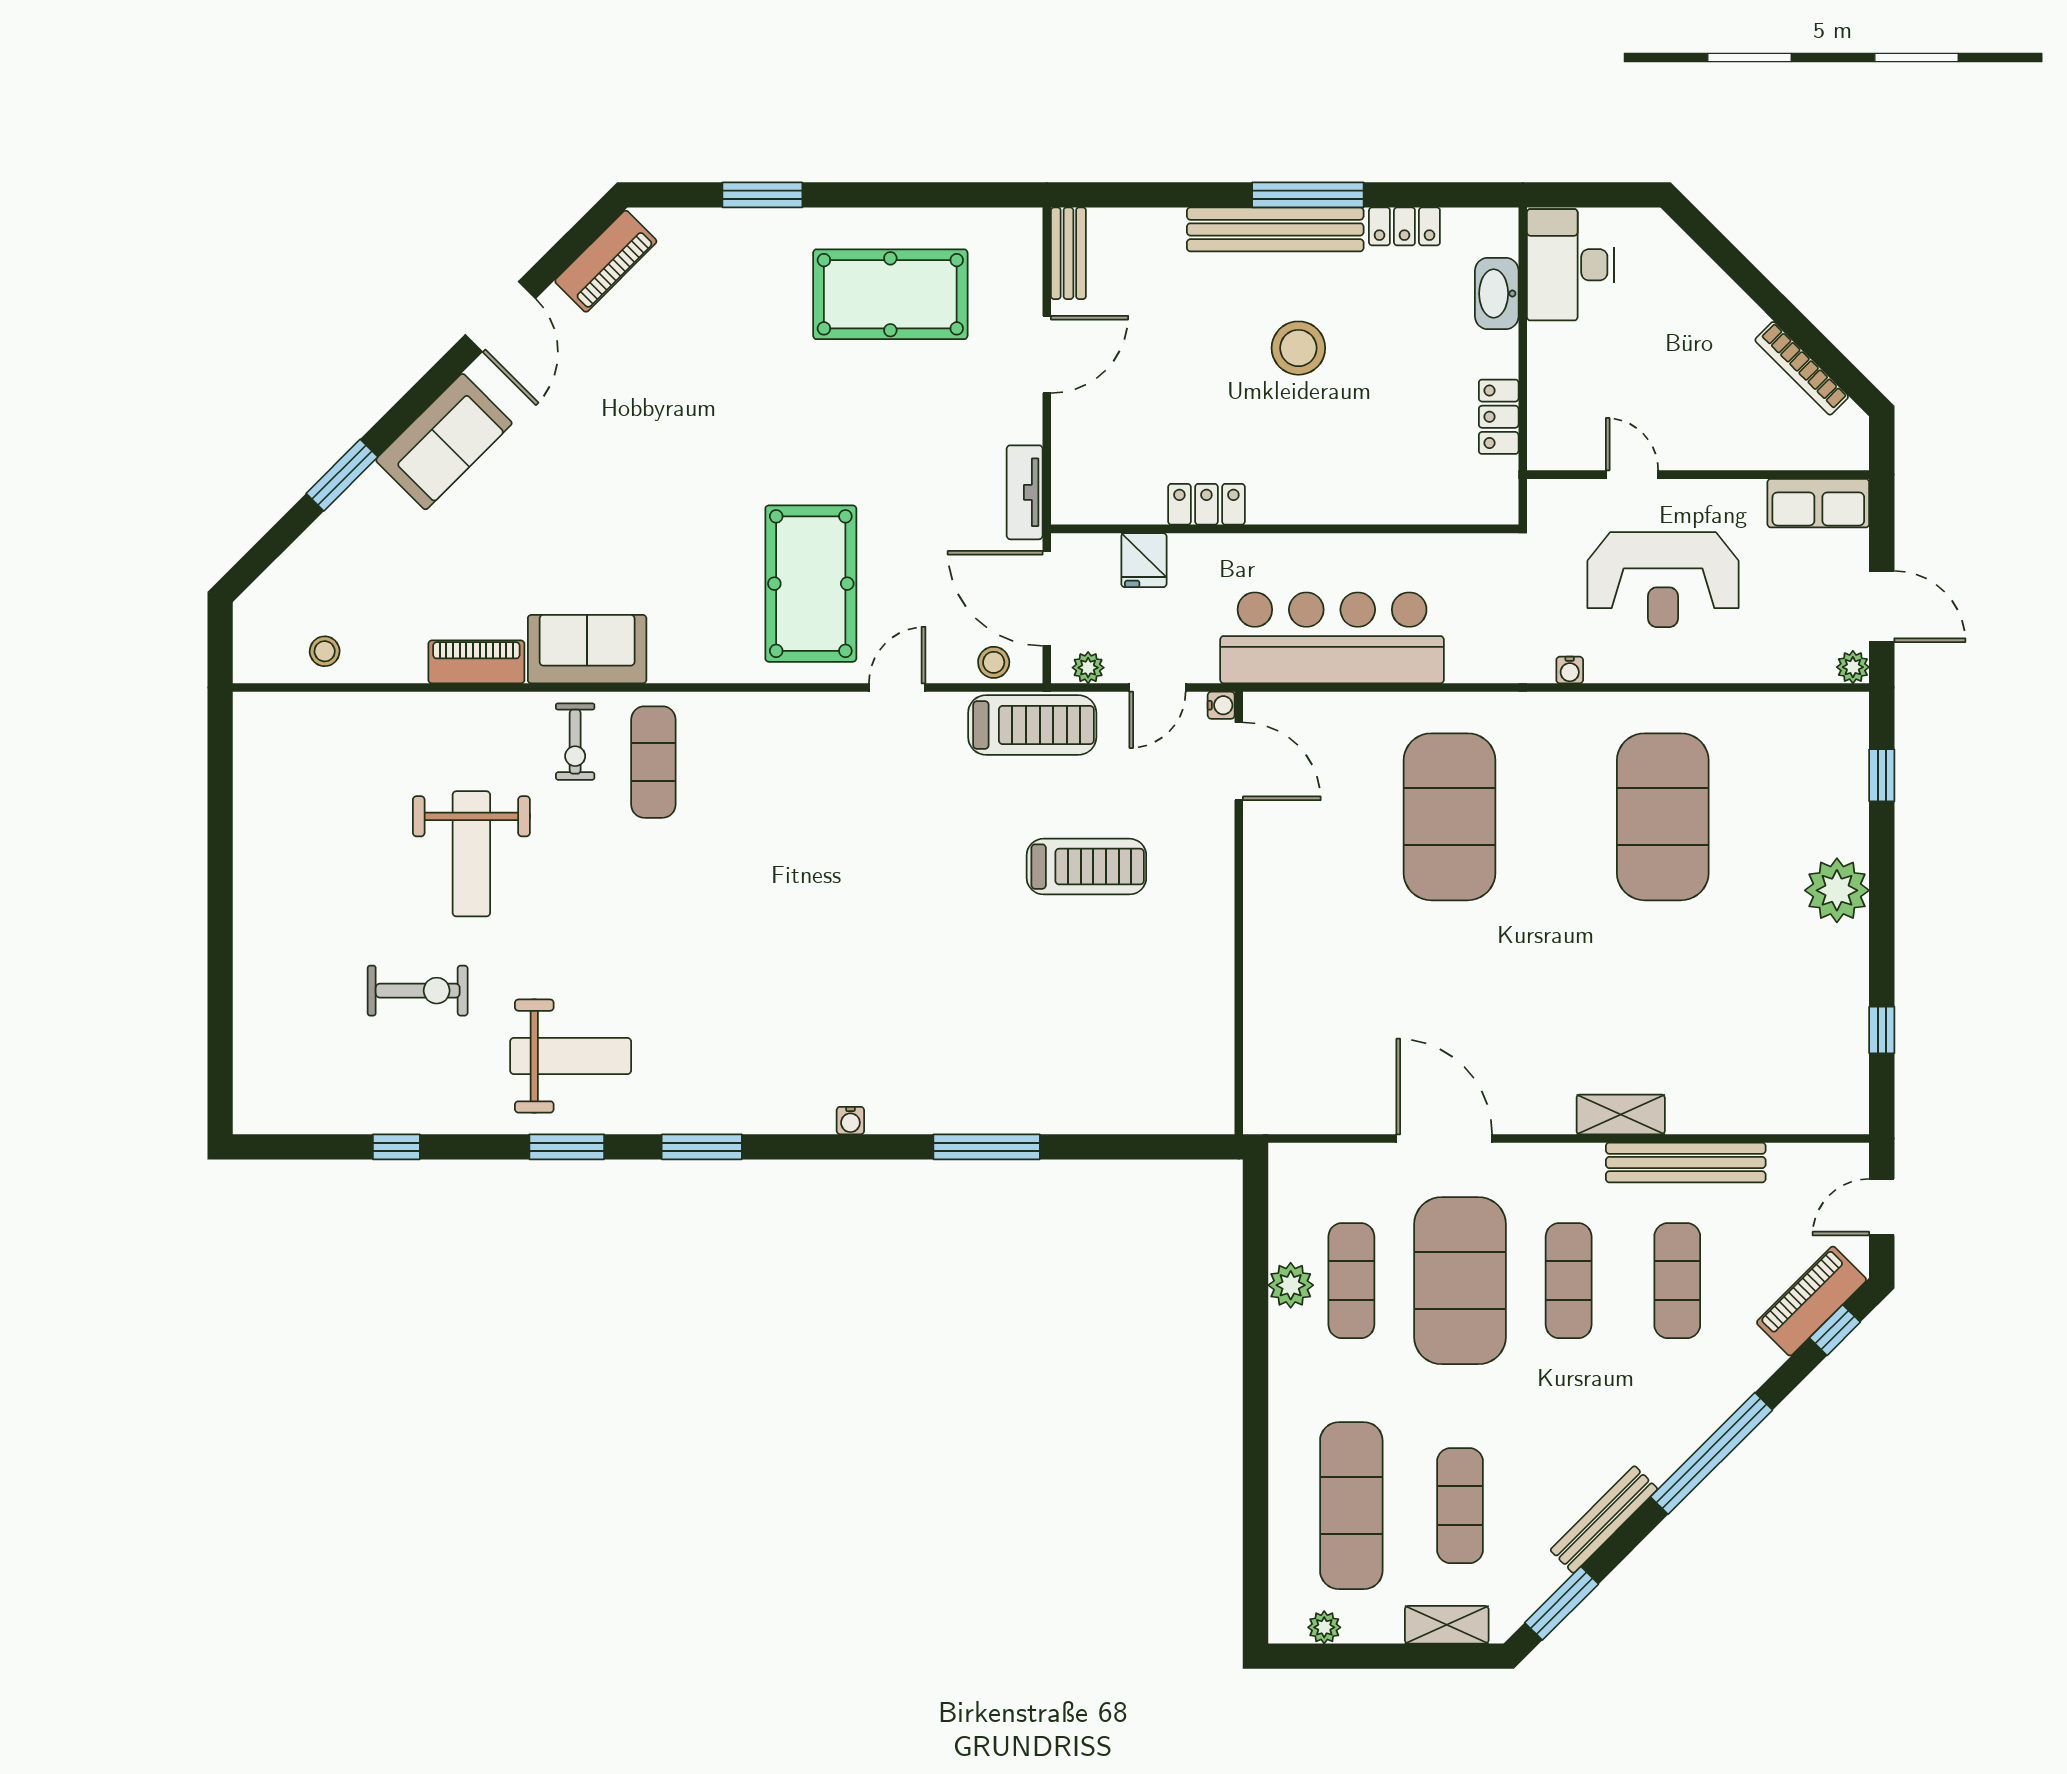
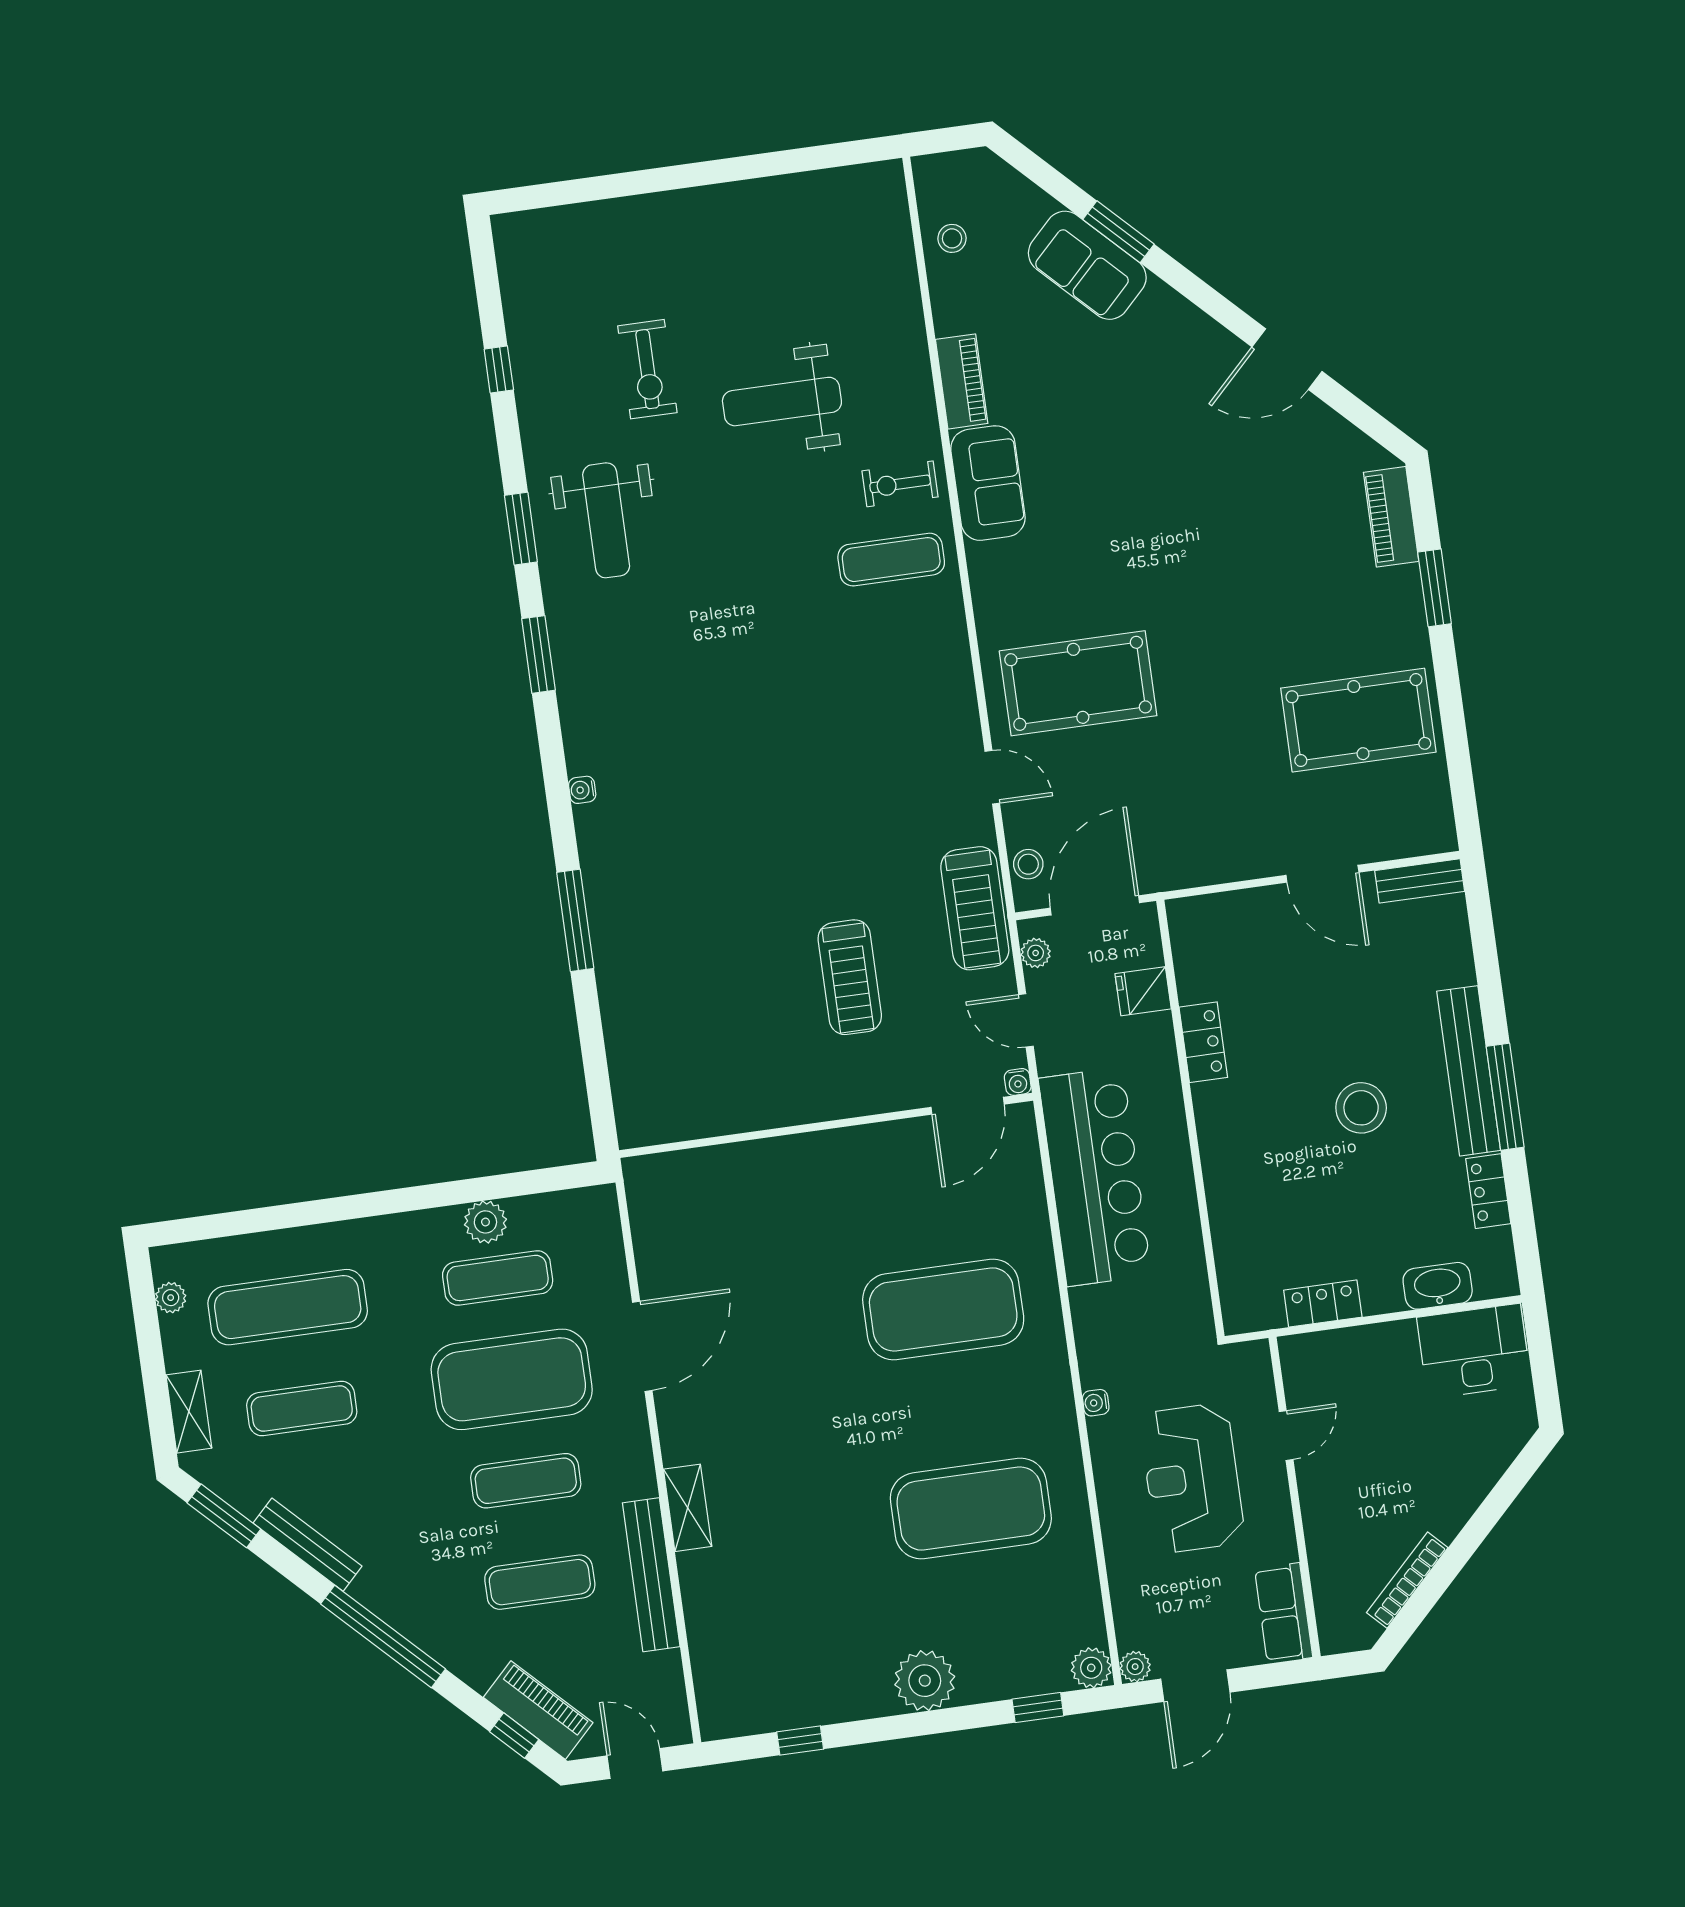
piano: (606, 261) -> (1391, 517), moved, turned 45
pool table: (890, 294) -> (1358, 720), turned 90
sofa: (444, 442) -> (1087, 265), moved
tv unit: (1025, 492) -> (1191, 871), removed
plant: (1848, 713) -> (1091, 1668), added

